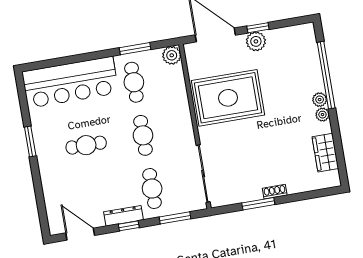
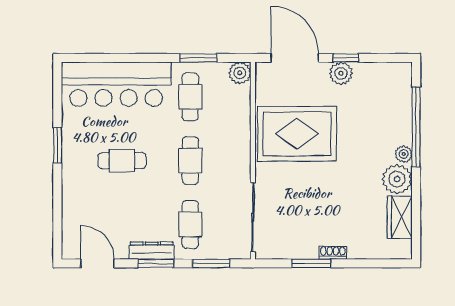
plant: (322, 115) -> (397, 179), width x1.88, depth x1.88
window: (129, 226) -> (156, 263), width x1.50

